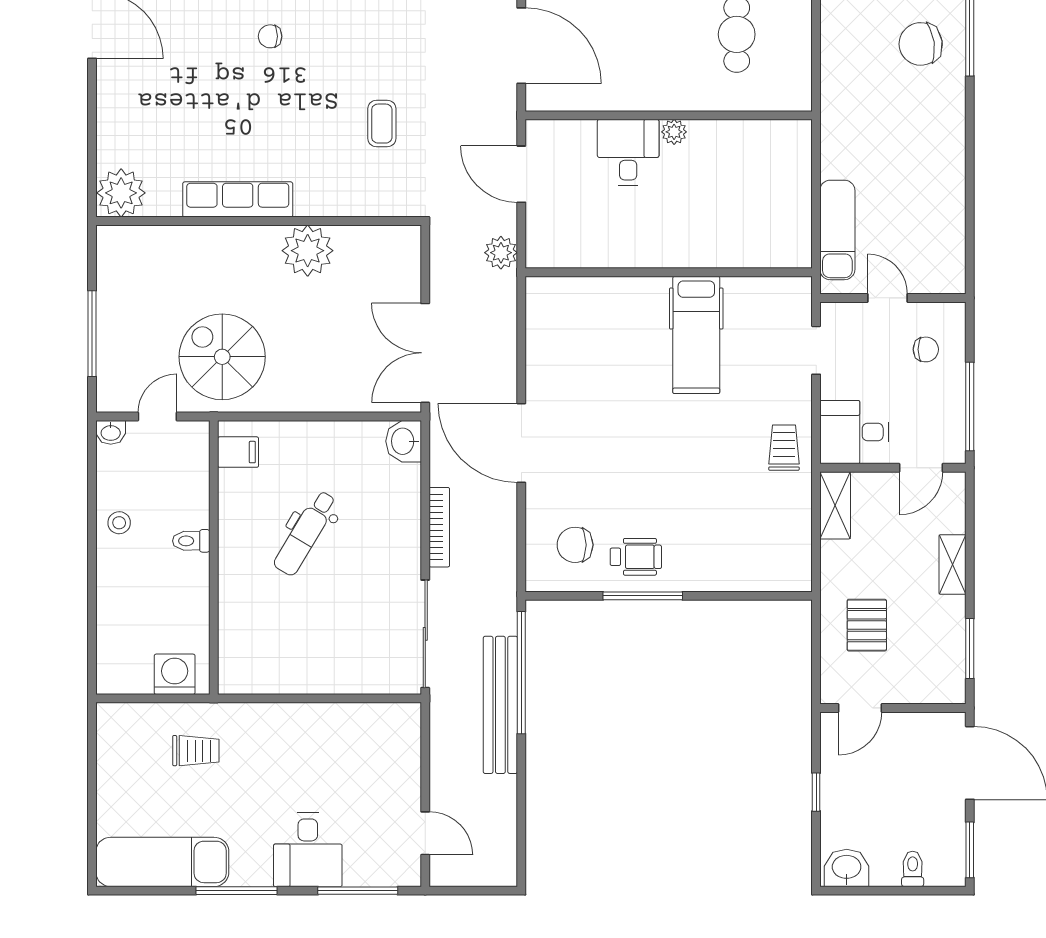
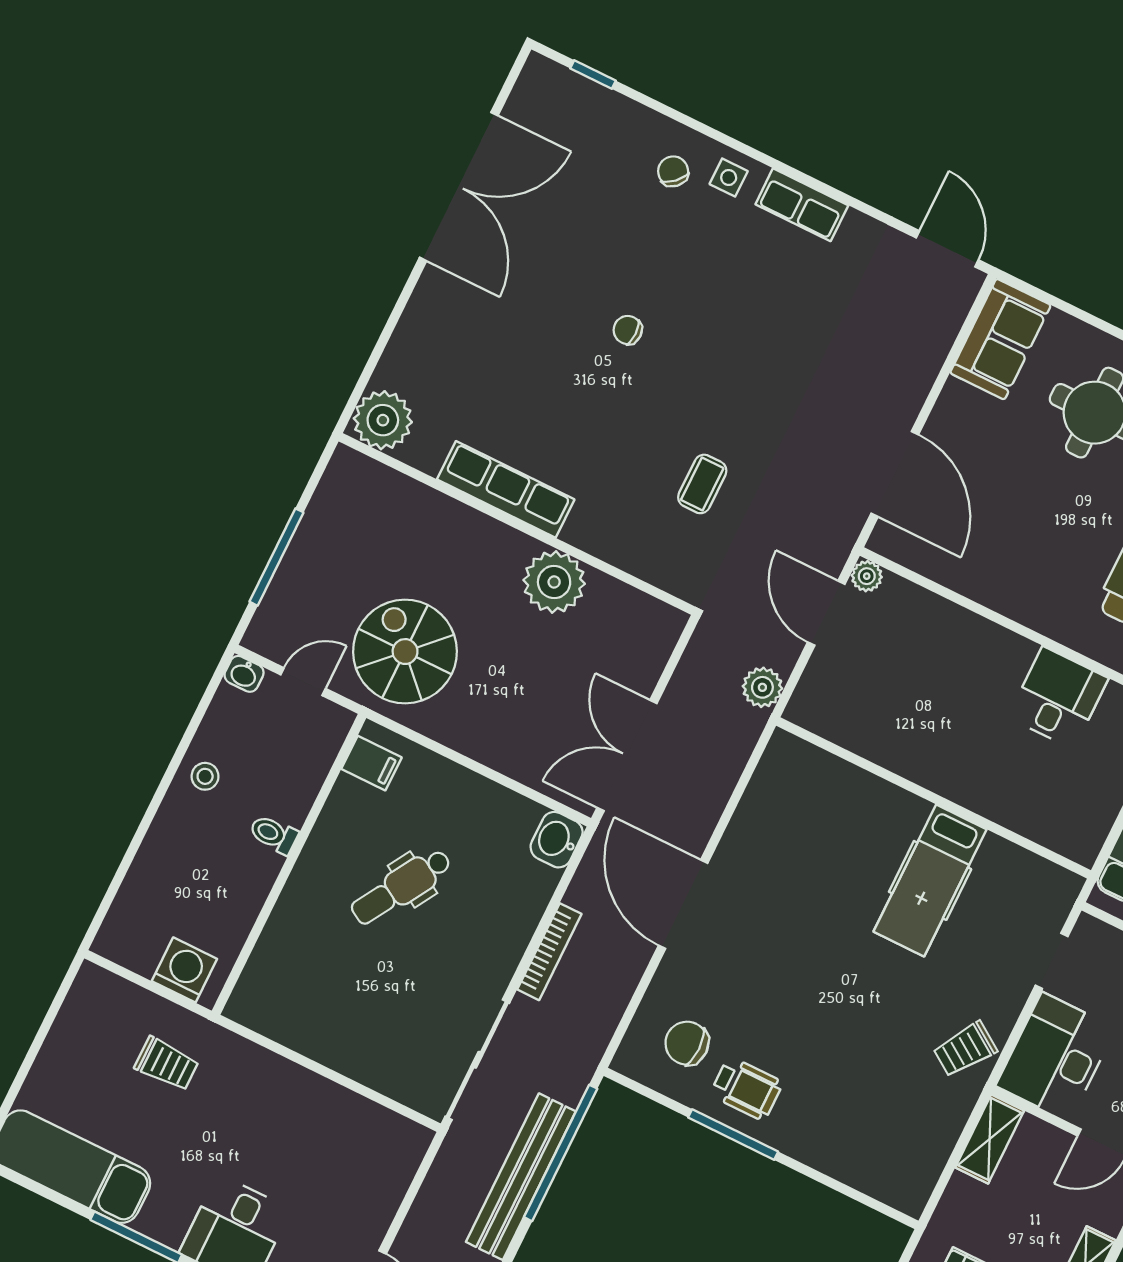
plant: (674, 132) -> (867, 576), moved
desk: (628, 152) -> (1058, 698), moved
desk: (854, 432) -> (1056, 1057), width x1.37
trolley: (784, 448) -> (965, 1049), turned -146

